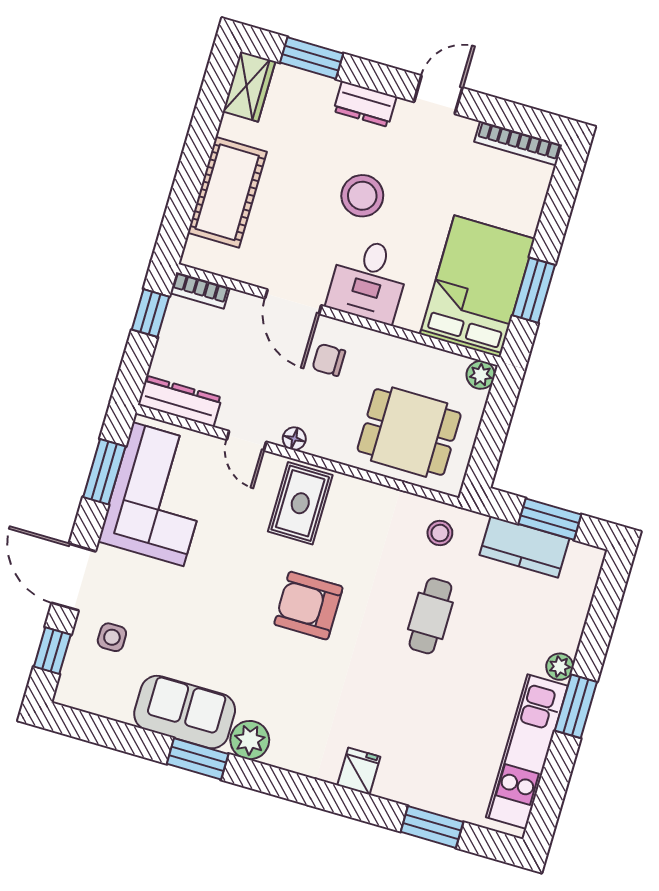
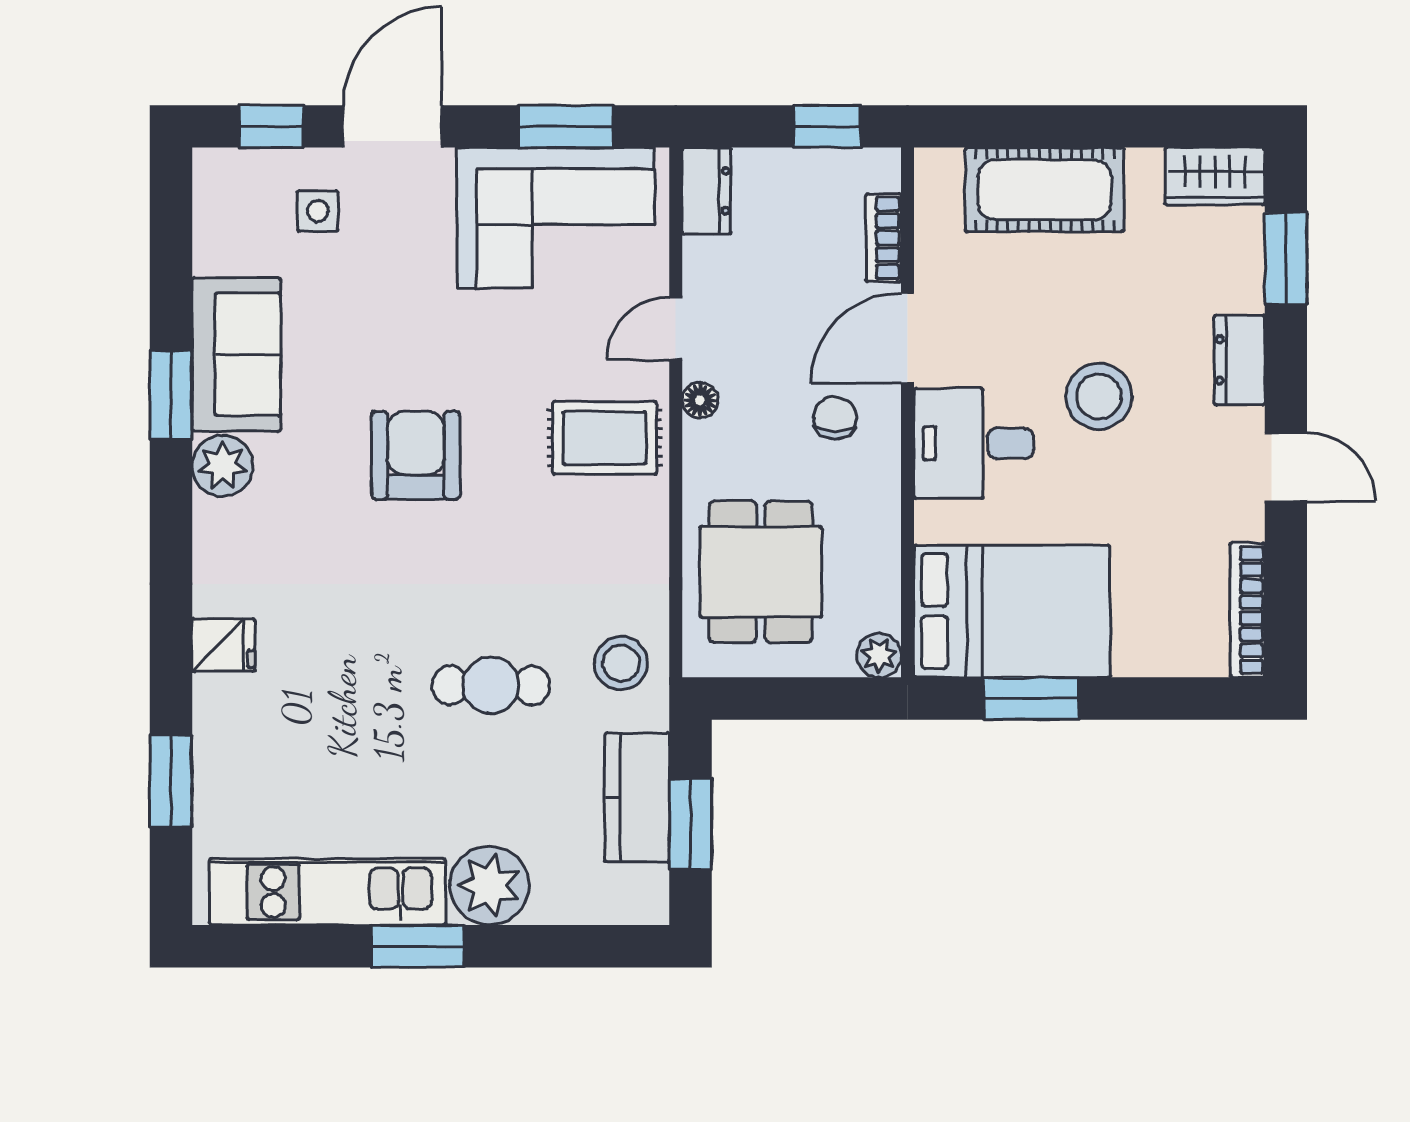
bookcase: (200, 290) -> (884, 238), moved
dresser: (180, 401) -> (706, 191), width x0.70
stool: (440, 533) -> (621, 663), width x1.37, depth x1.37
armchair: (308, 606) -> (416, 455), moved
plant: (560, 667) -> (489, 886), width x1.87, depth x1.87

